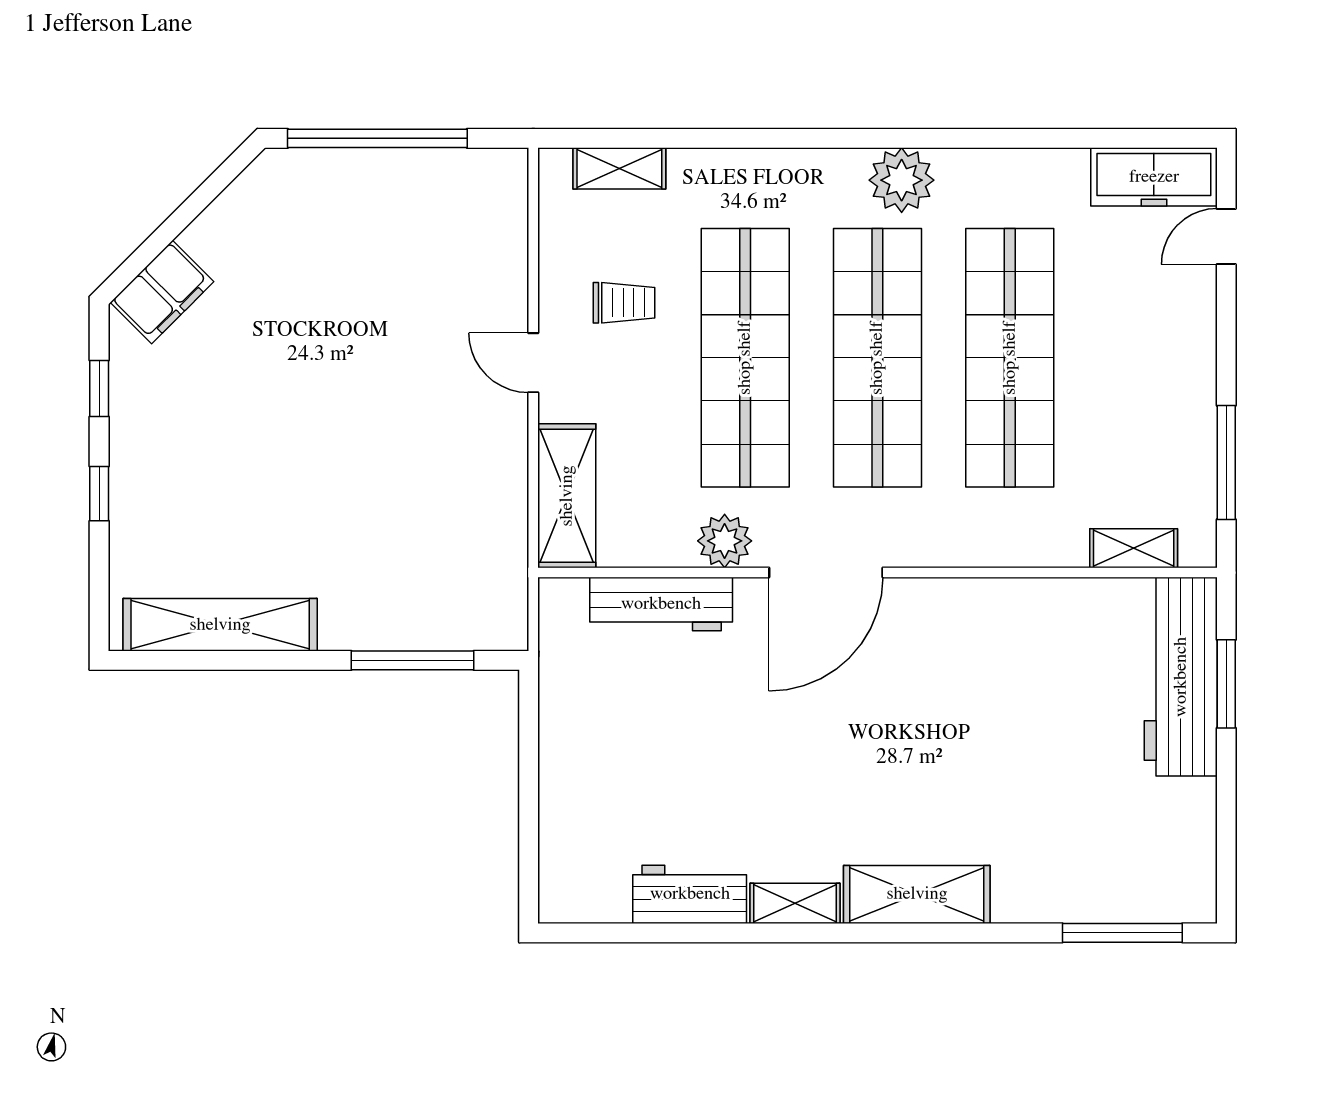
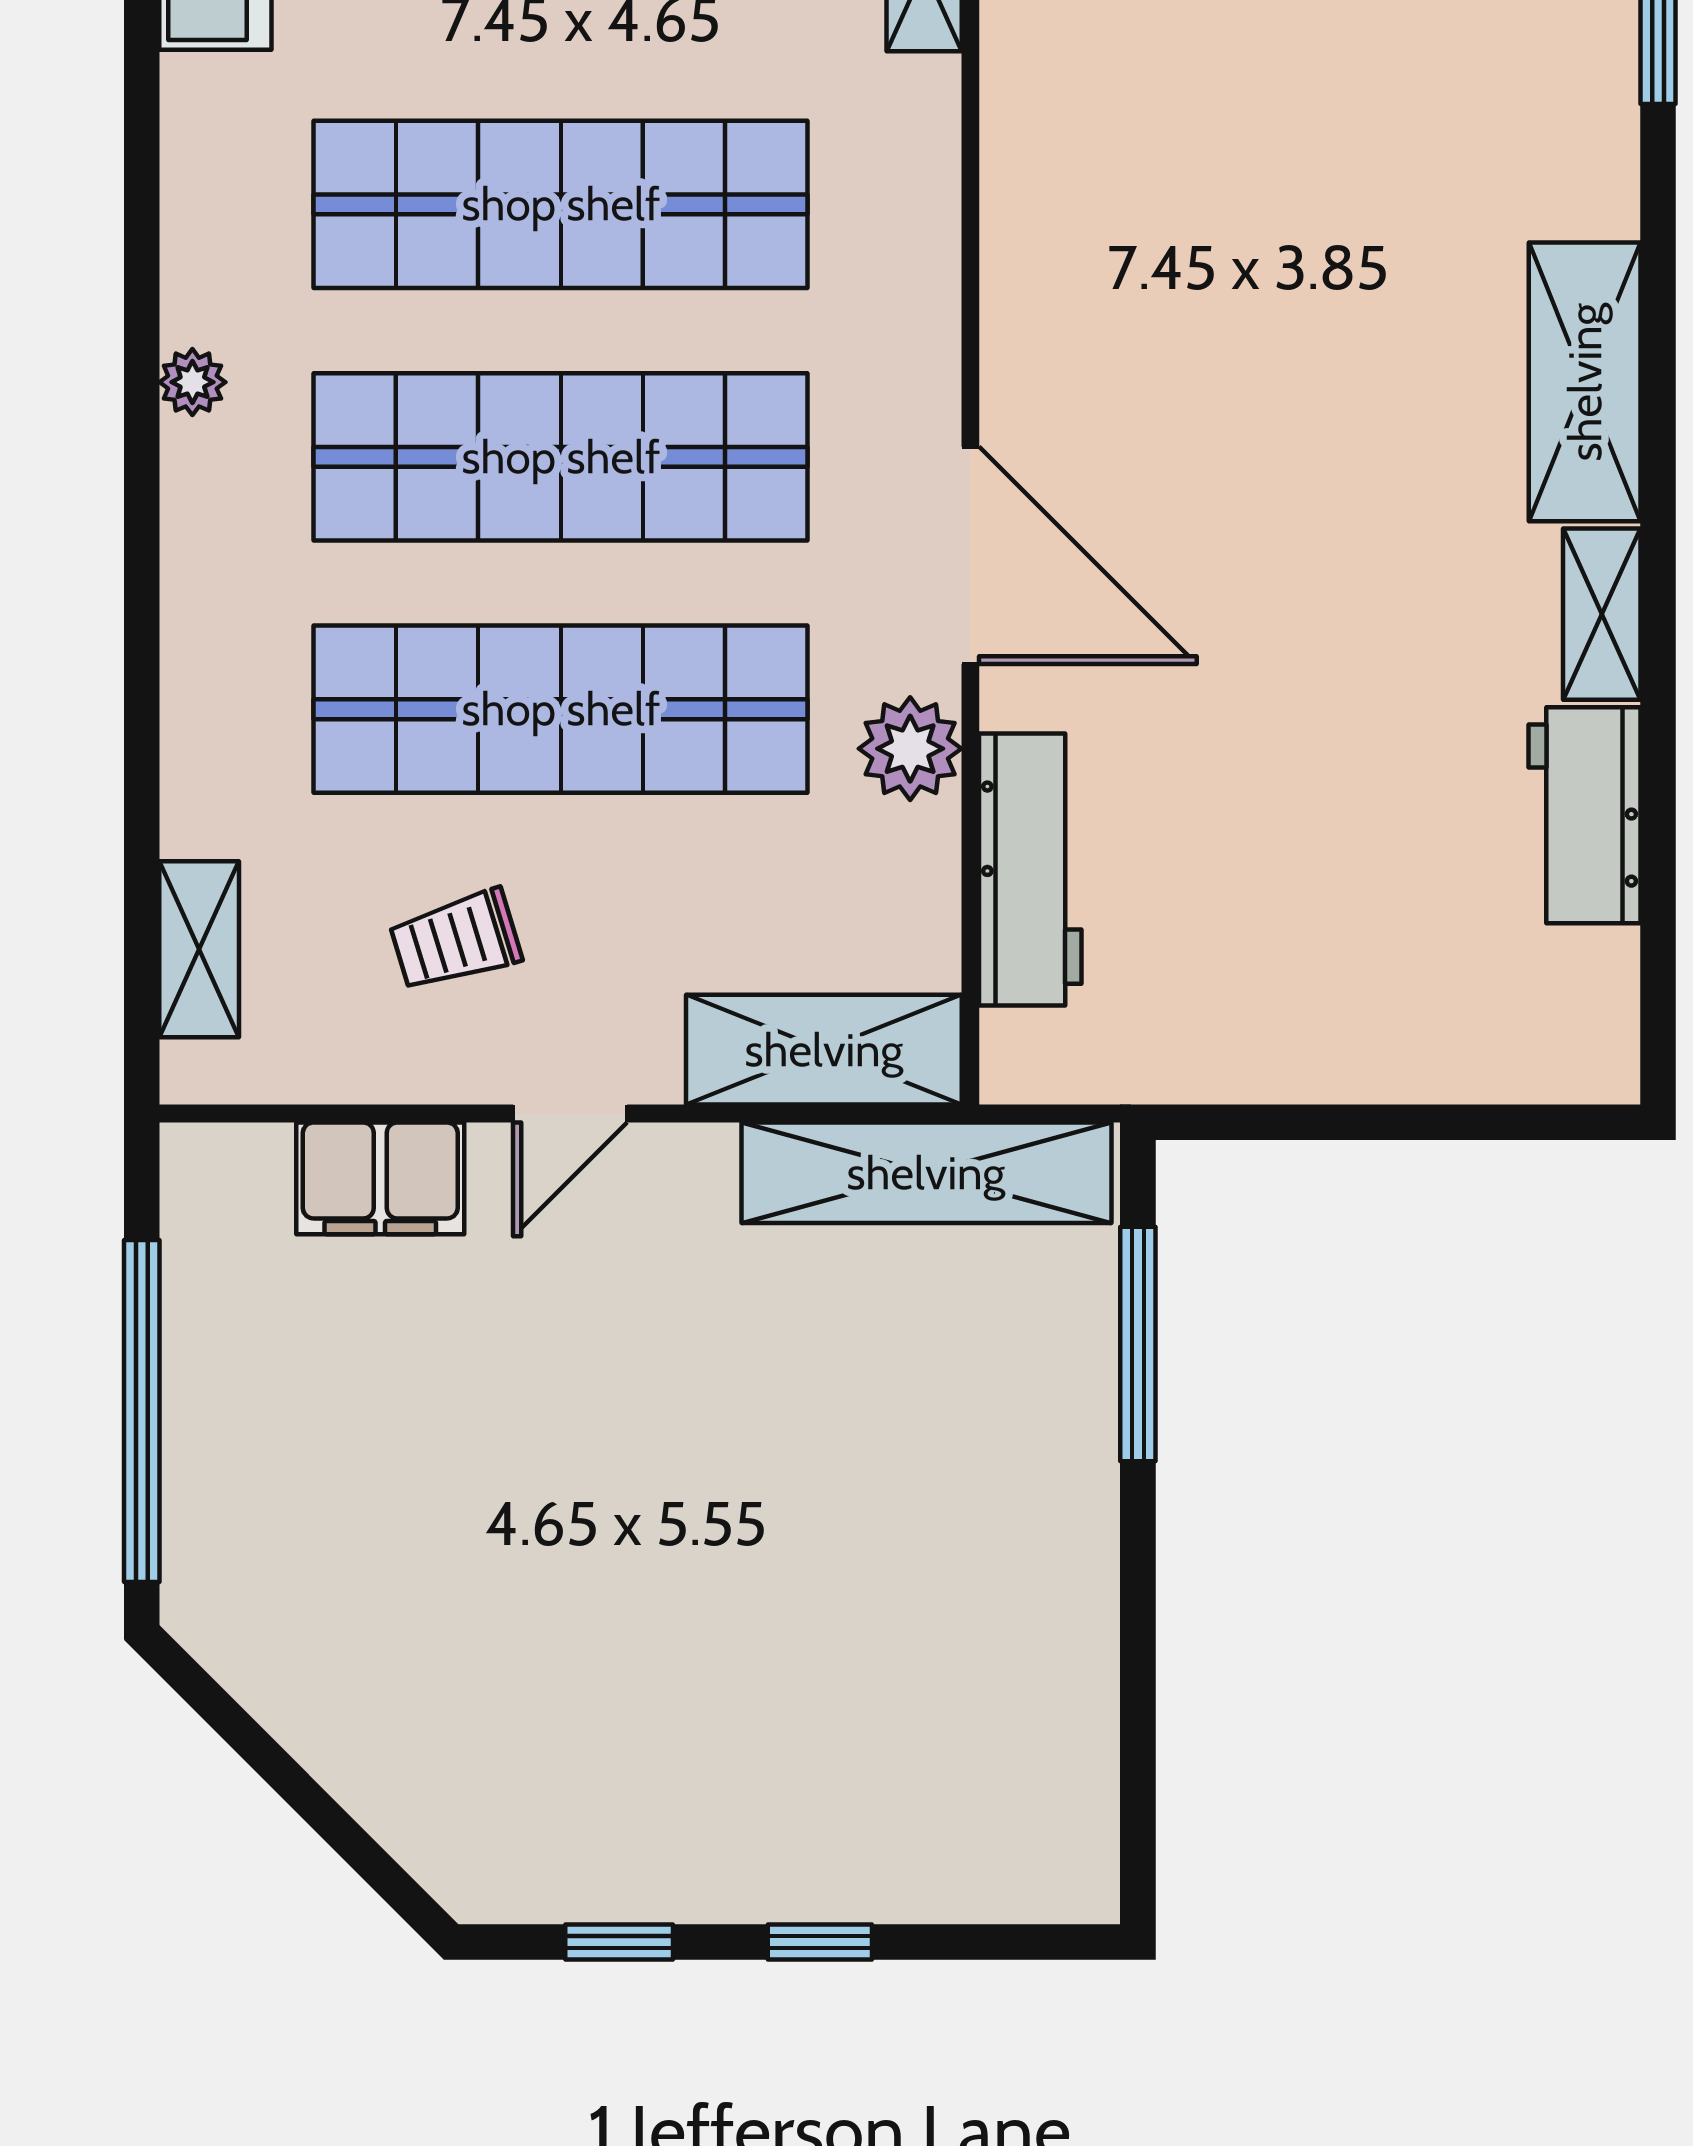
plant: (902, 180) -> (192, 382), width x0.53, depth x0.53
filing cabinet: (162, 292) -> (380, 1178), moved, turned 135
trolley: (624, 303) -> (456, 940), turned -107
shelving: (220, 625) -> (926, 1173), moved, turned 90

